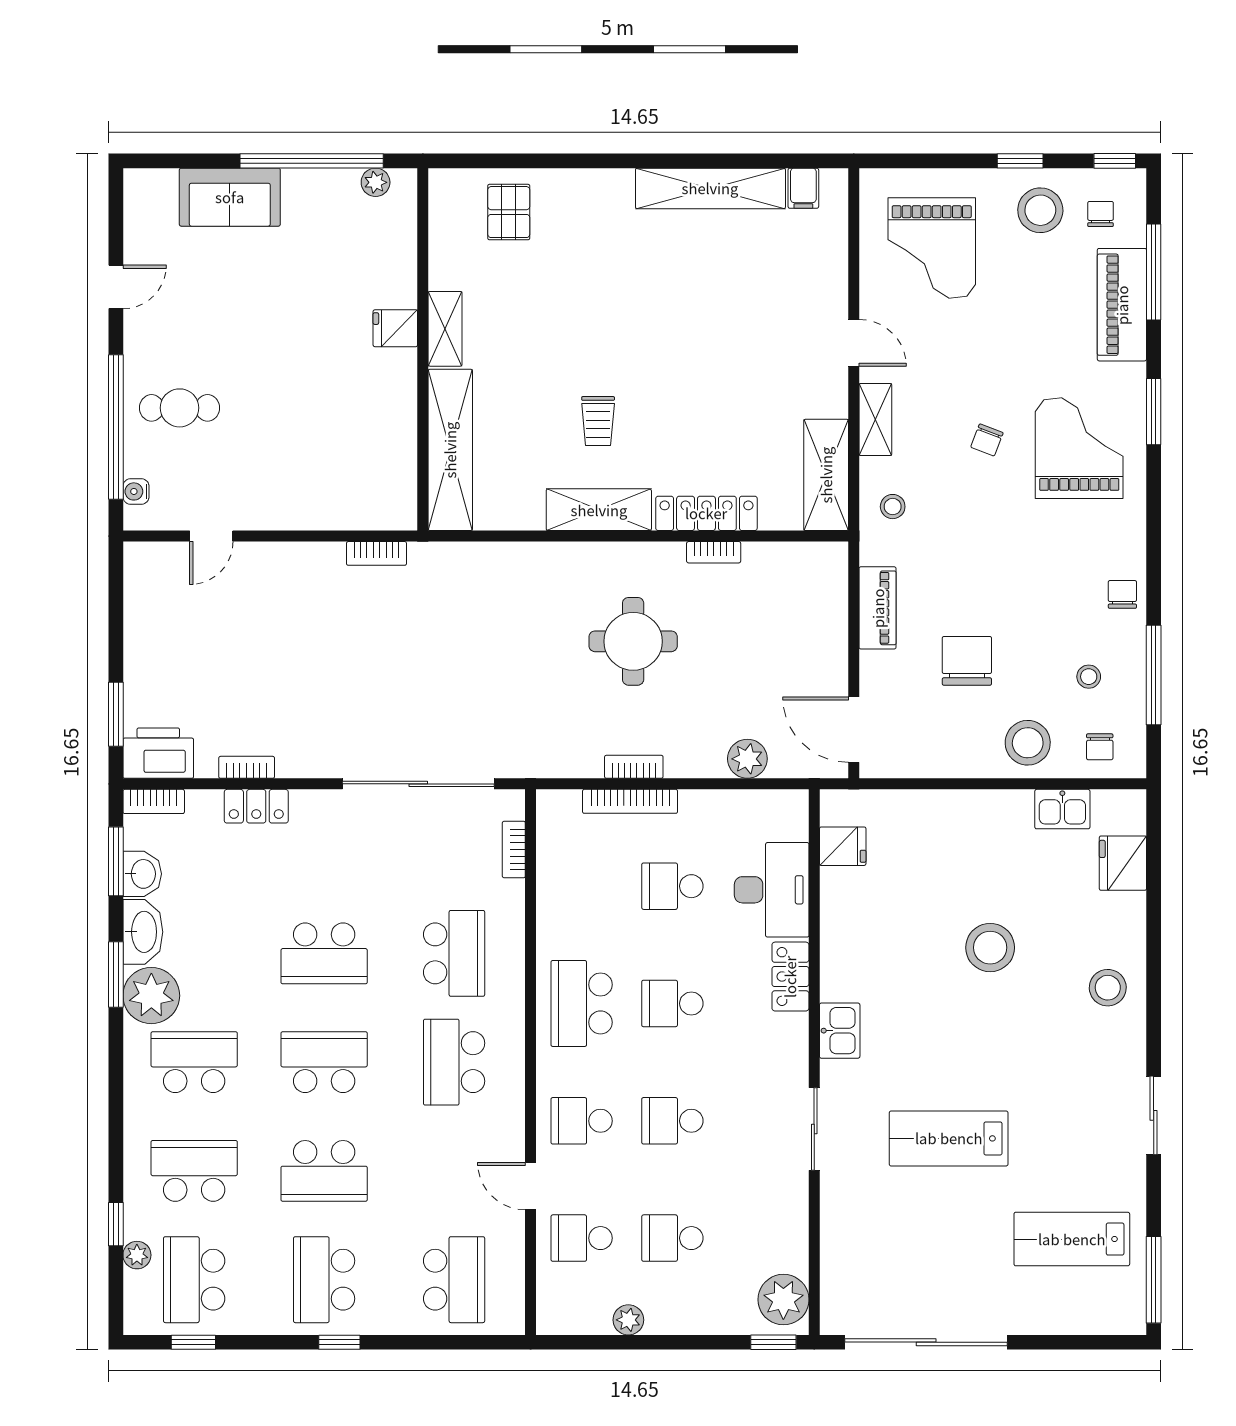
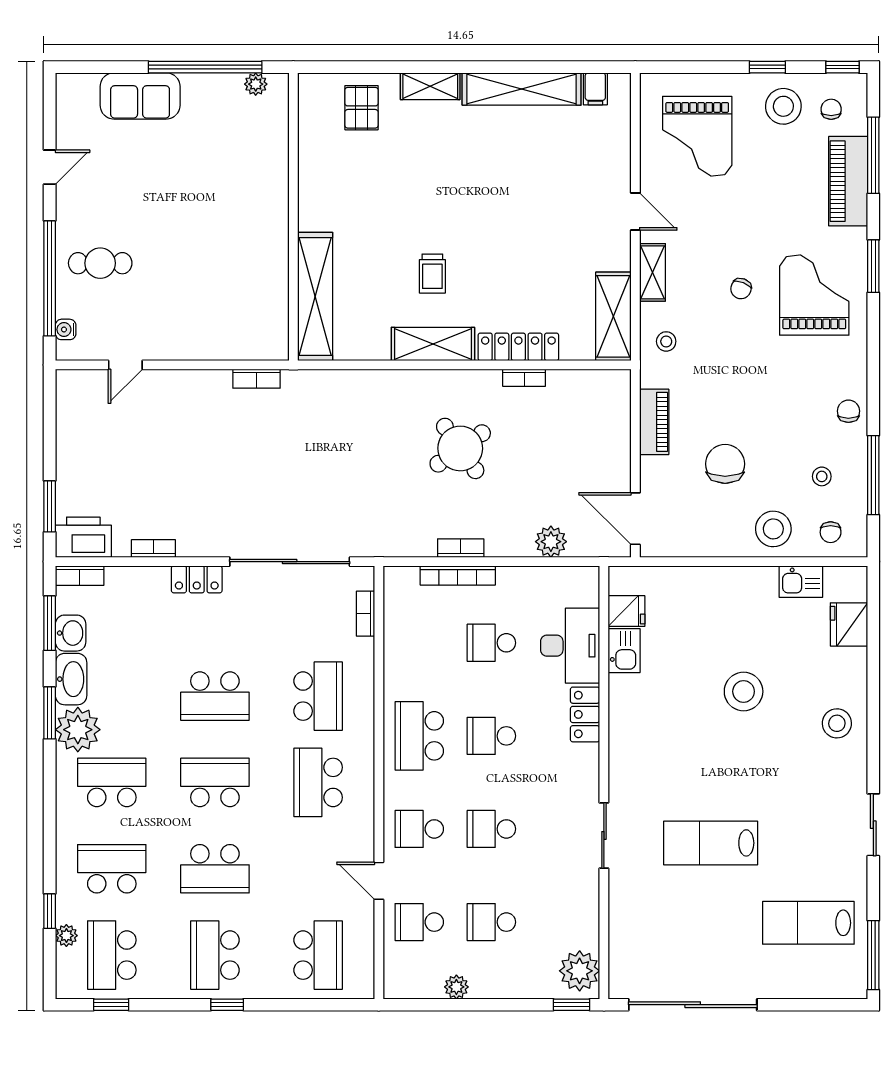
fridge: (395, 328) -> (271, 200), removed
shelving: (445, 329) -> (430, 86), moved, turned 90
round table: (633, 641) -> (460, 448), turned -35
locker: (256, 806) -> (197, 579), moved
kitchen sink: (840, 1031) -> (624, 651), moved

